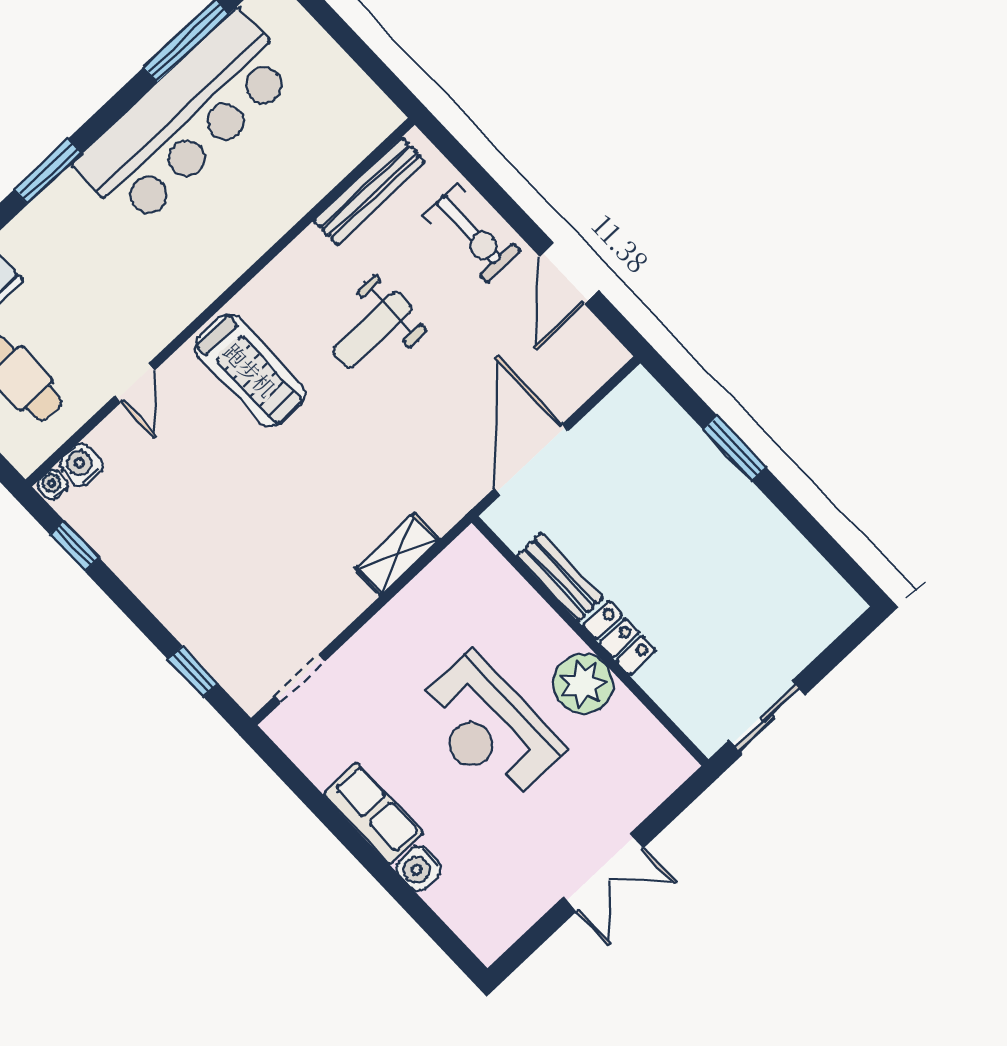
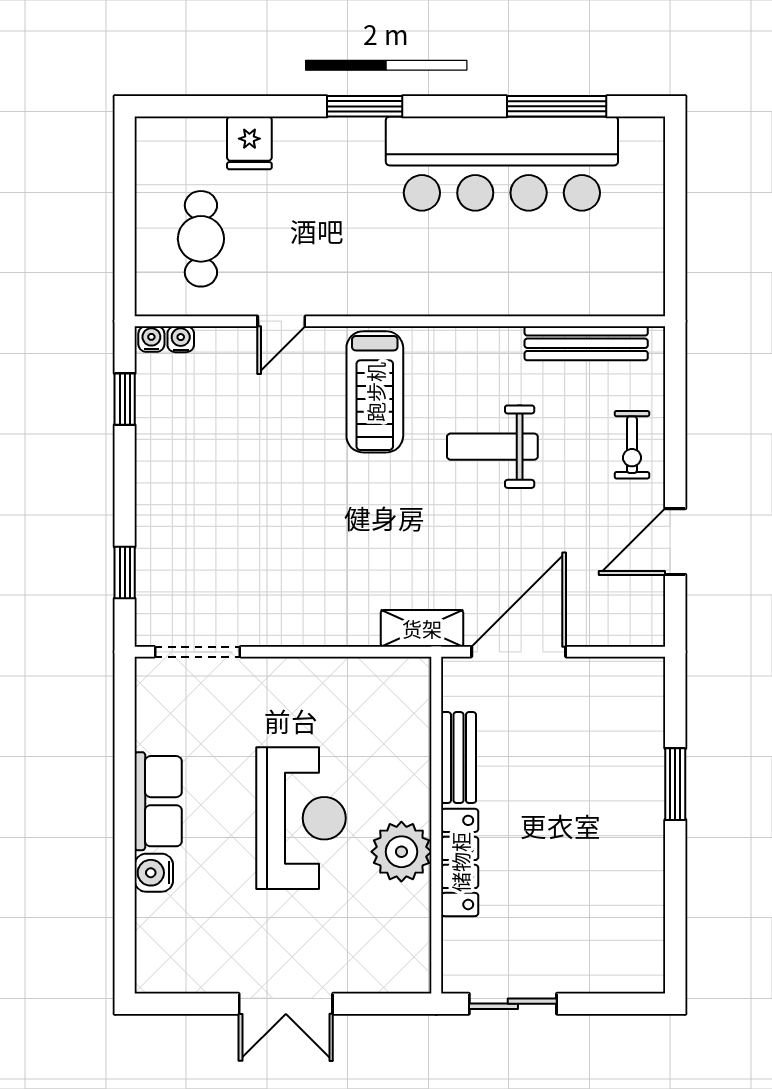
exercise bike: (472, 233) -> (632, 445), width x0.73, depth x0.72
water cooler: (81, 465) -> (181, 339), width x0.72, depth x0.72
shelving: (397, 554) -> (422, 628), moved
locker: (619, 638) -> (460, 862), width x1.53
doorway: (299, 679) -> (197, 652), width x1.38
reception desk: (488, 728) -> (301, 818), turned 180

